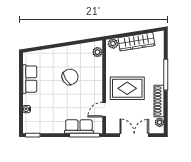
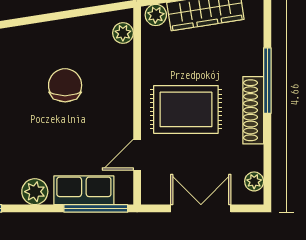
chair: (70, 77) -> (65, 85), turned -57
shoe rack: (159, 101) -> (253, 110), moved
plant: (56, 127) -> (35, 192), added

